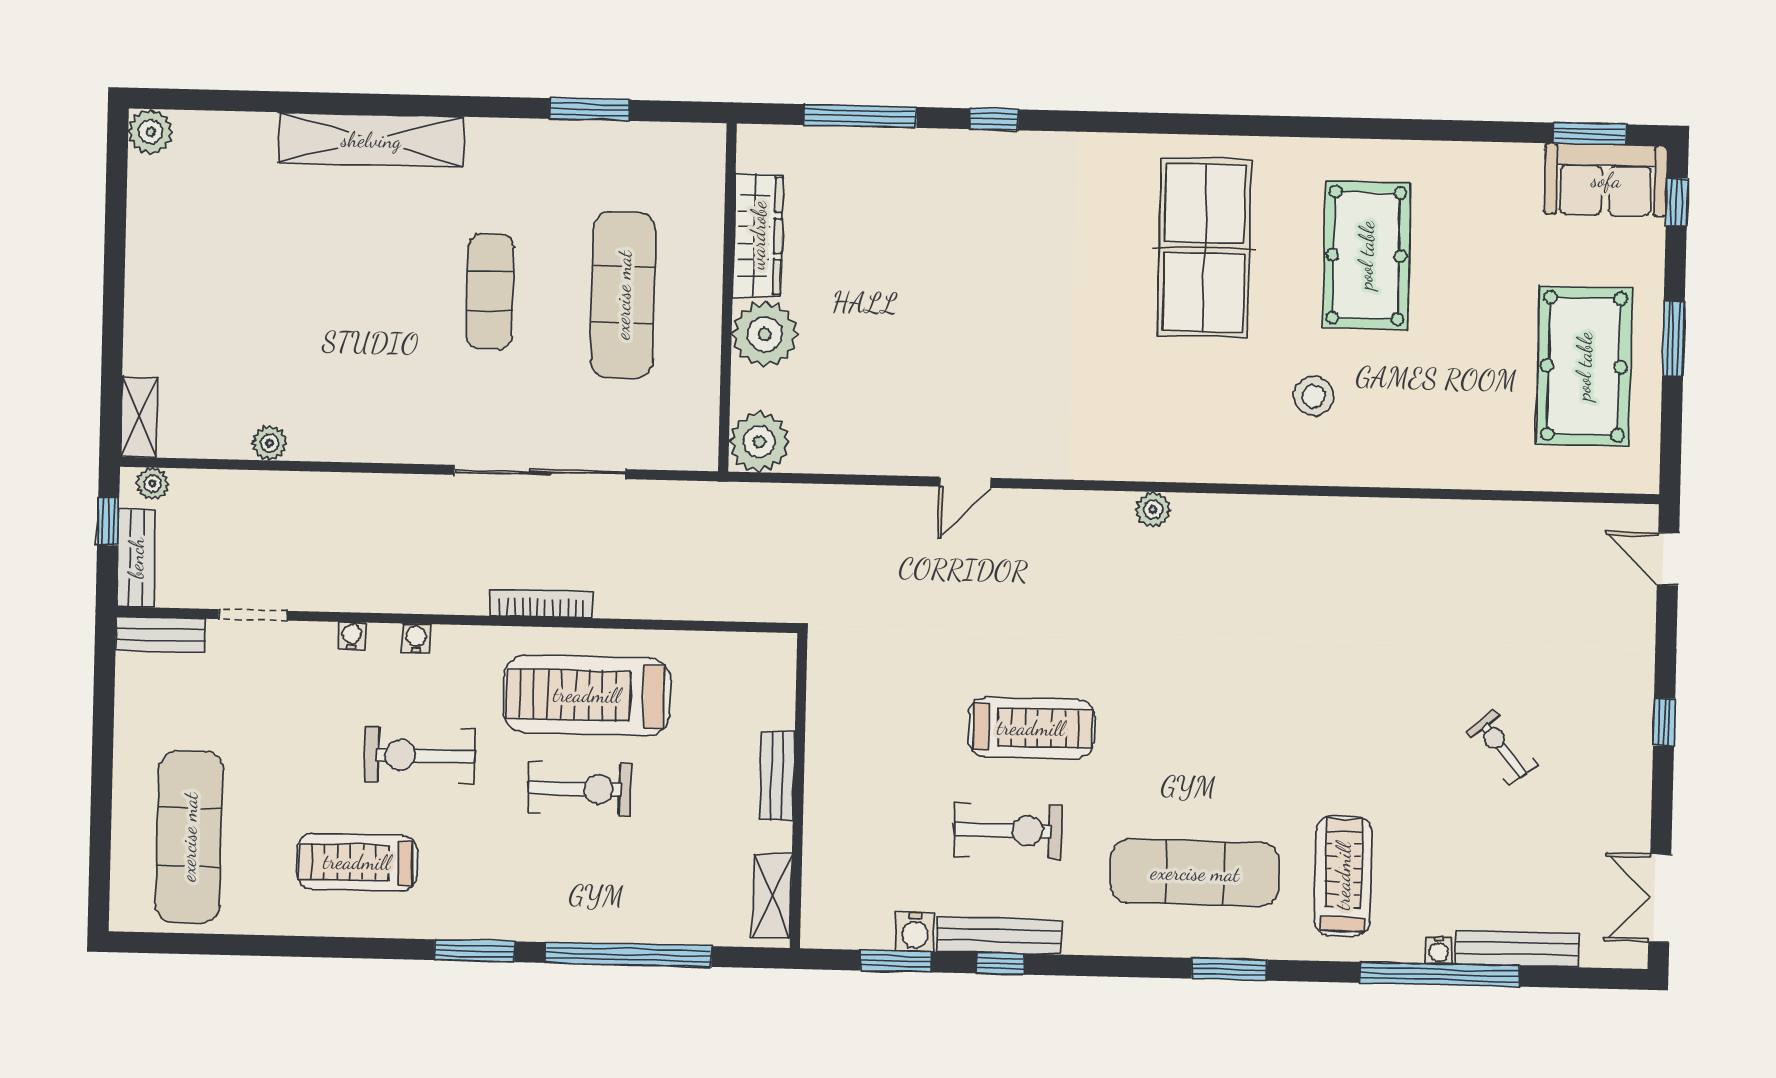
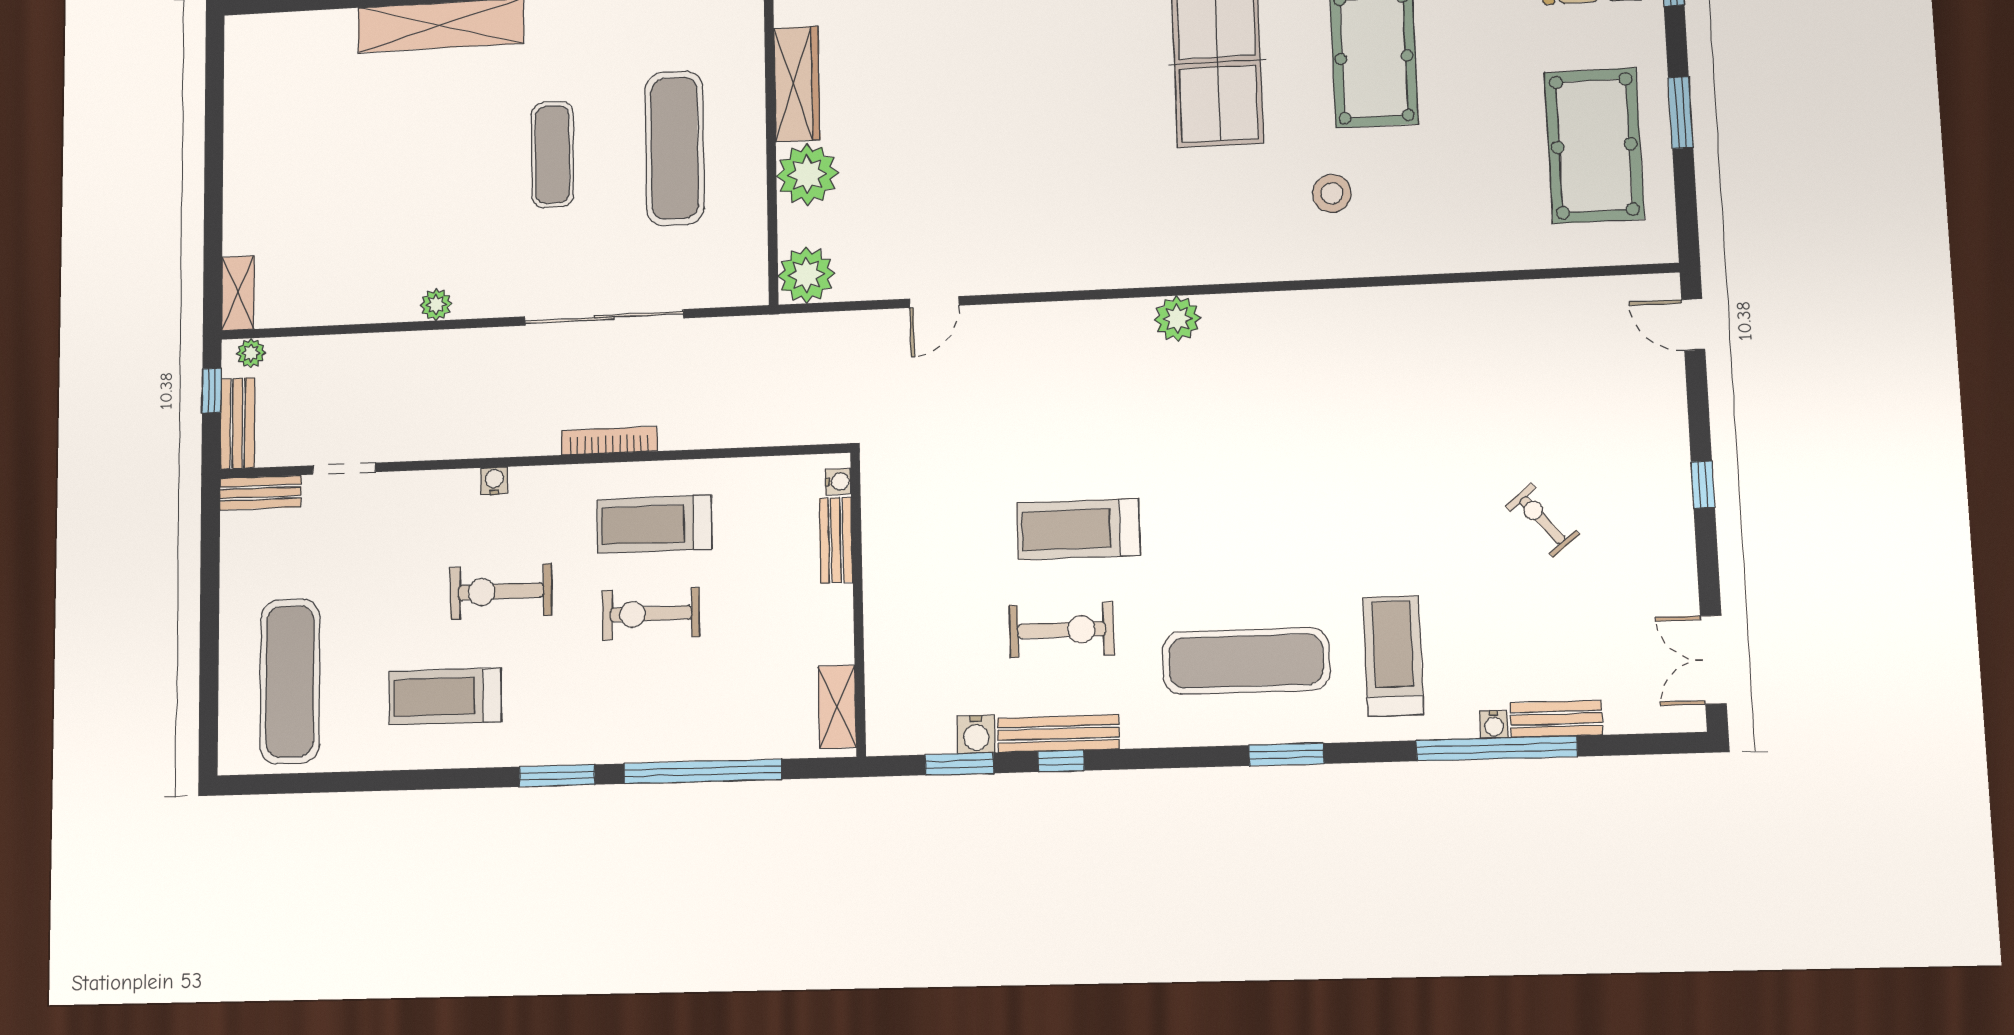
plant: (151, 132) -> (244, 35), removed
plant: (270, 443) -> (436, 305), moved
door: (965, 482) -> (934, 302), moved
plant: (1153, 510) -> (1177, 319), width x1.38, depth x1.38
water cooler: (352, 636) -> (838, 482), moved, turned 90
treadmill: (587, 695) -> (654, 524), width x0.73, depth x0.73
treadmill: (1031, 728) -> (1078, 529), turned 180
bench: (777, 776) -> (836, 540), moved
exercise bike: (580, 788) -> (651, 614), turned 180
bench: (1517, 949) -> (1556, 719), width x0.73

